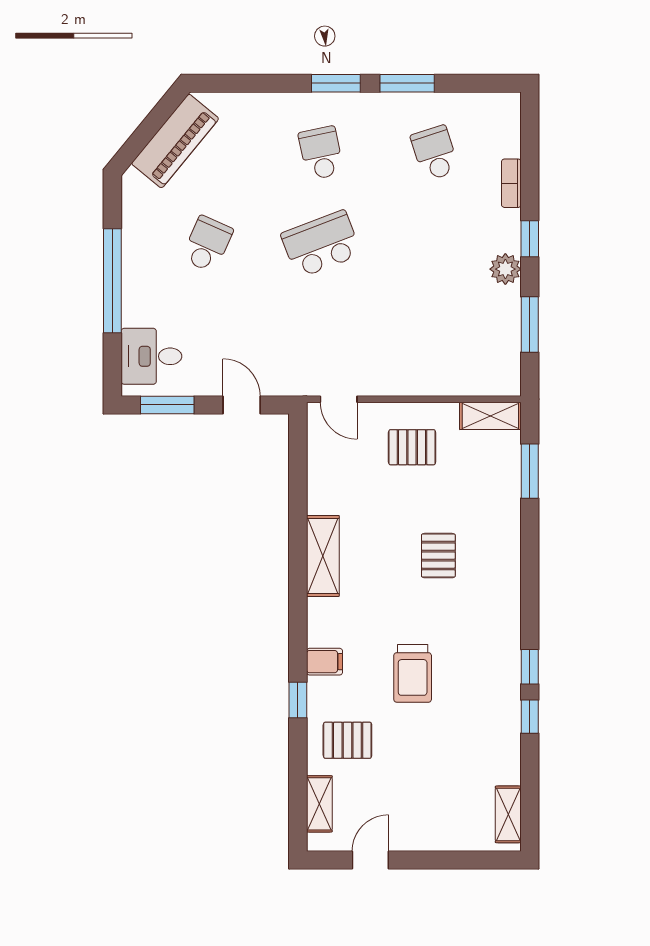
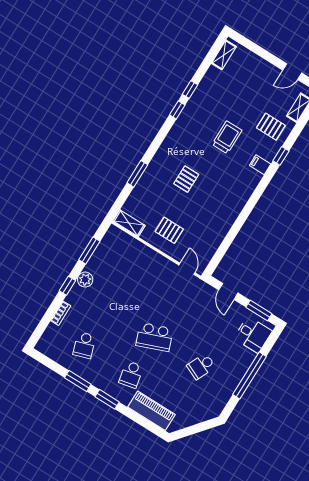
piano: (175, 141) -> (152, 411), moved, turned 51
window: (530, 471) -> (137, 174), moved
shelving: (323, 556) -> (234, 209), removed

